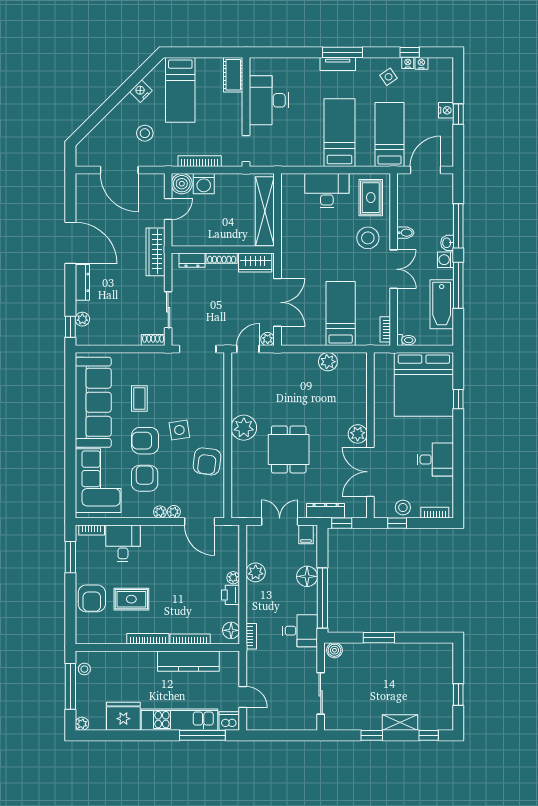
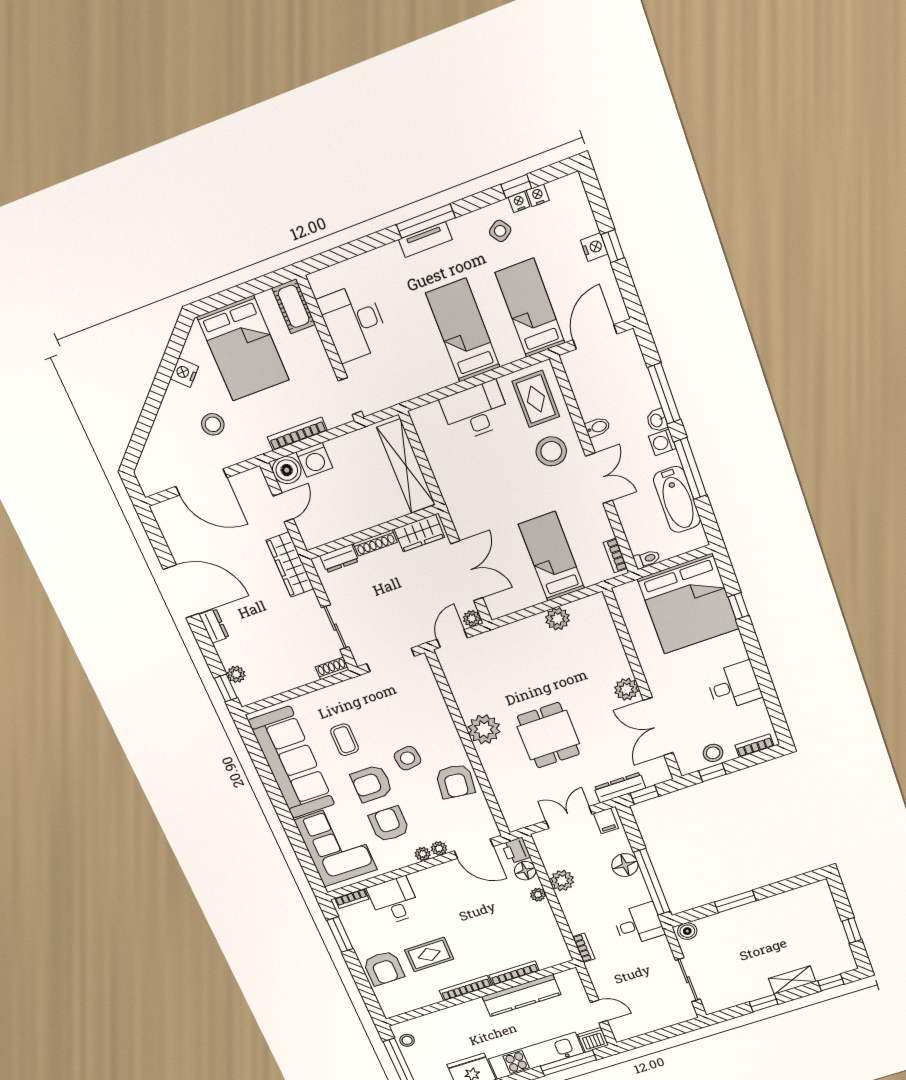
bed: (180, 90) -> (243, 348), width x1.50
dresser: (82, 282) -> (214, 626), width x0.70
printer: (231, 595) -> (516, 850), moved
floor lamp: (231, 630) -> (525, 871), moved

